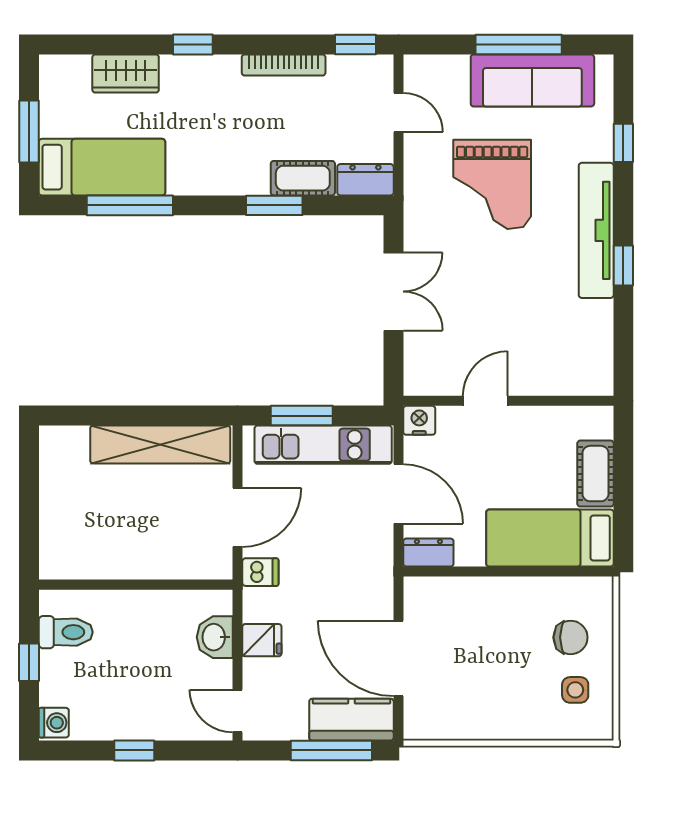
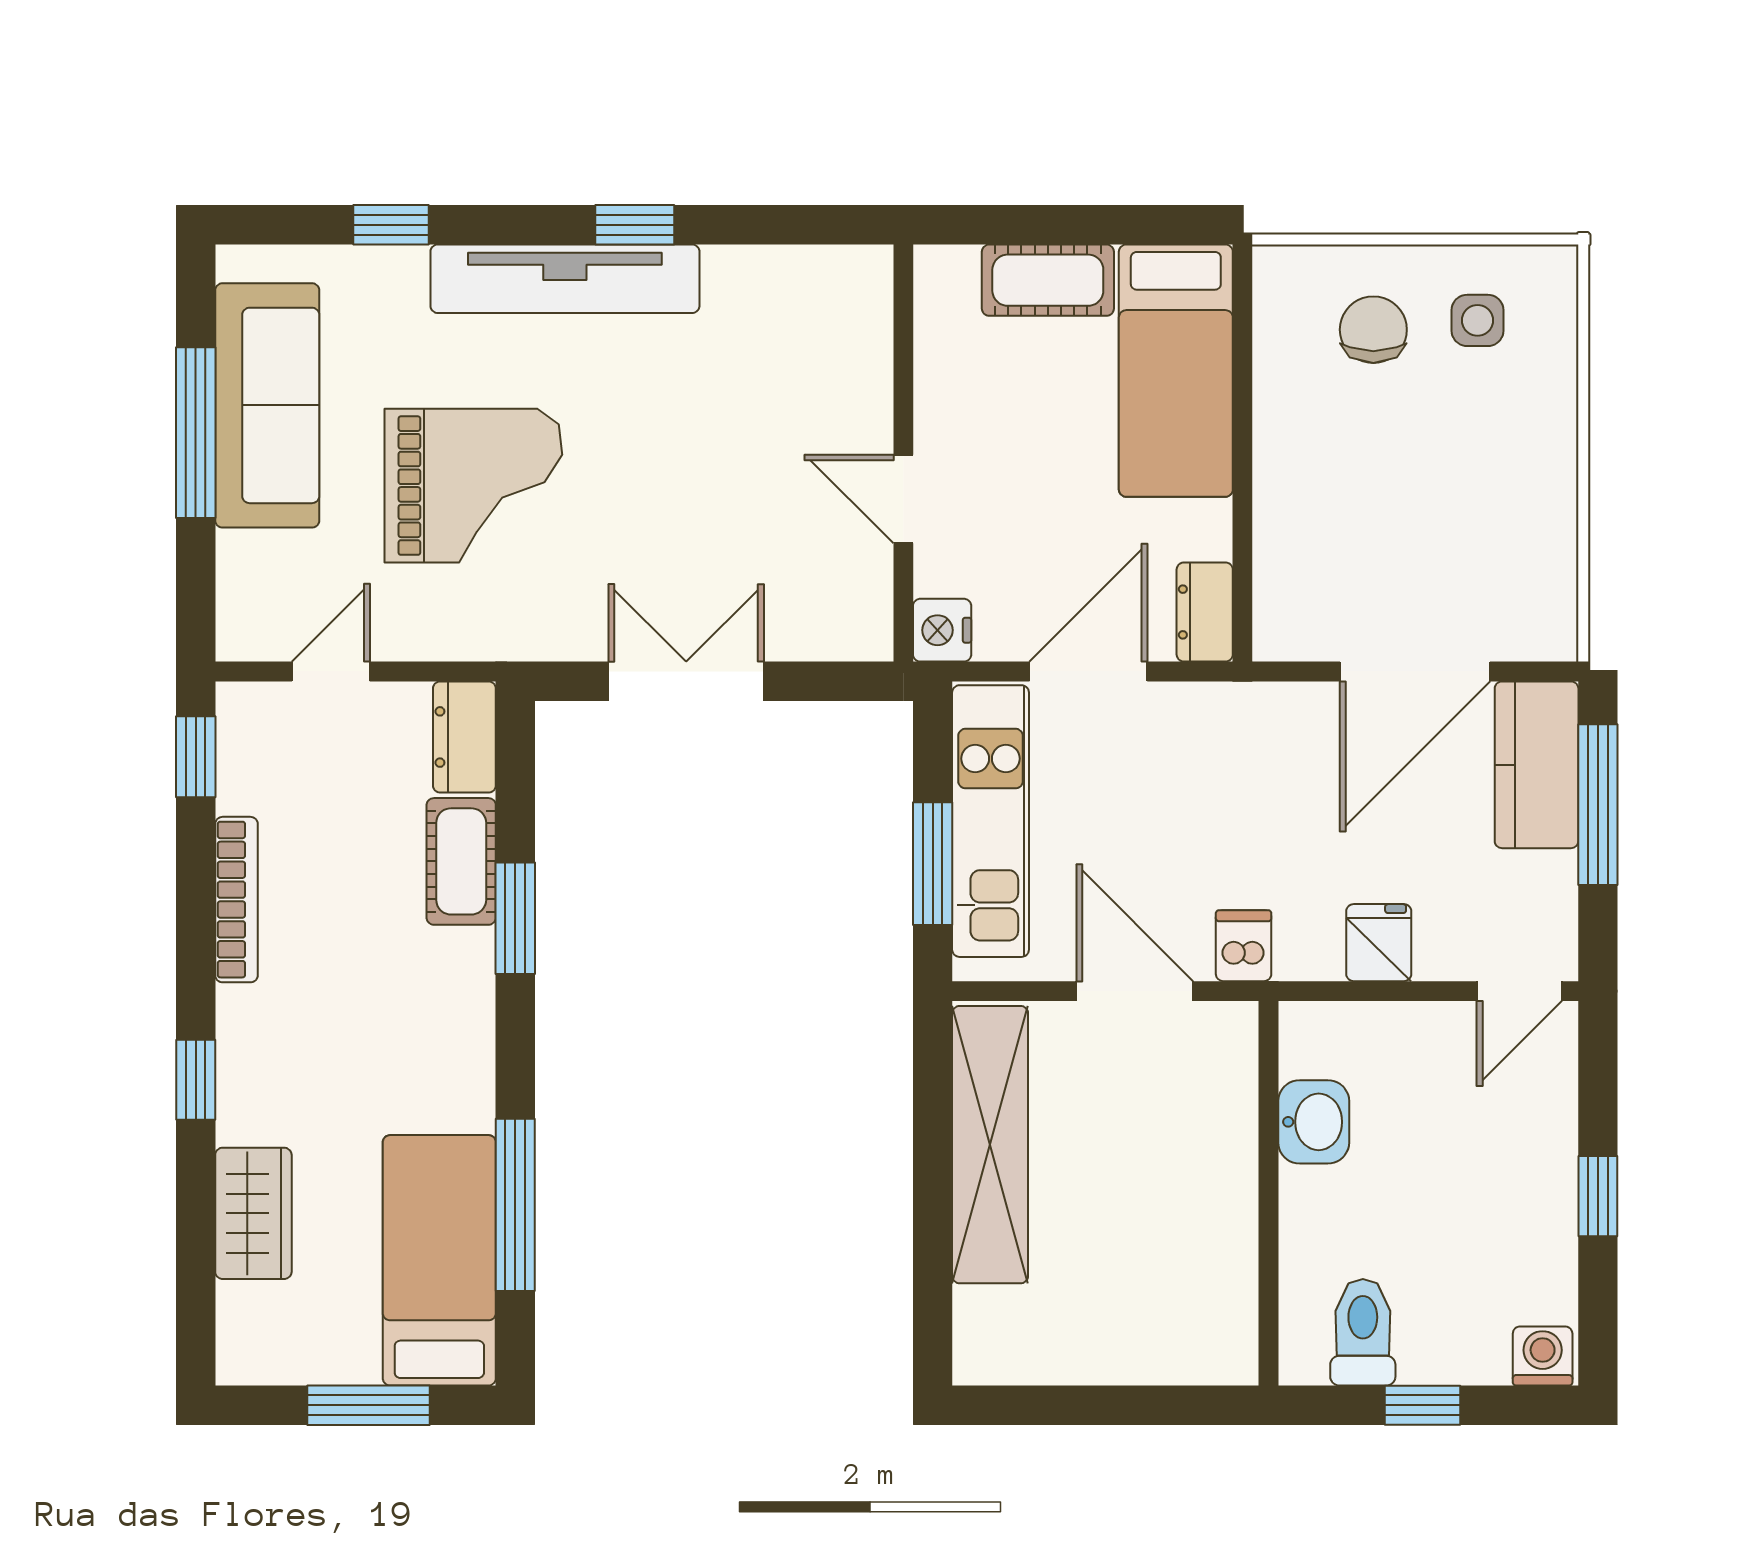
washbasin: (215, 637) -> (1314, 1122), moved, turned -90

